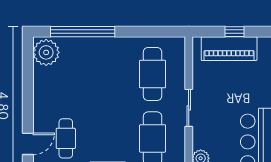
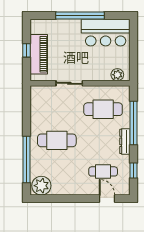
cafe table: (153, 74) -> (57, 140), moved
sliding door: (189, 108) -> (69, 83), moved

